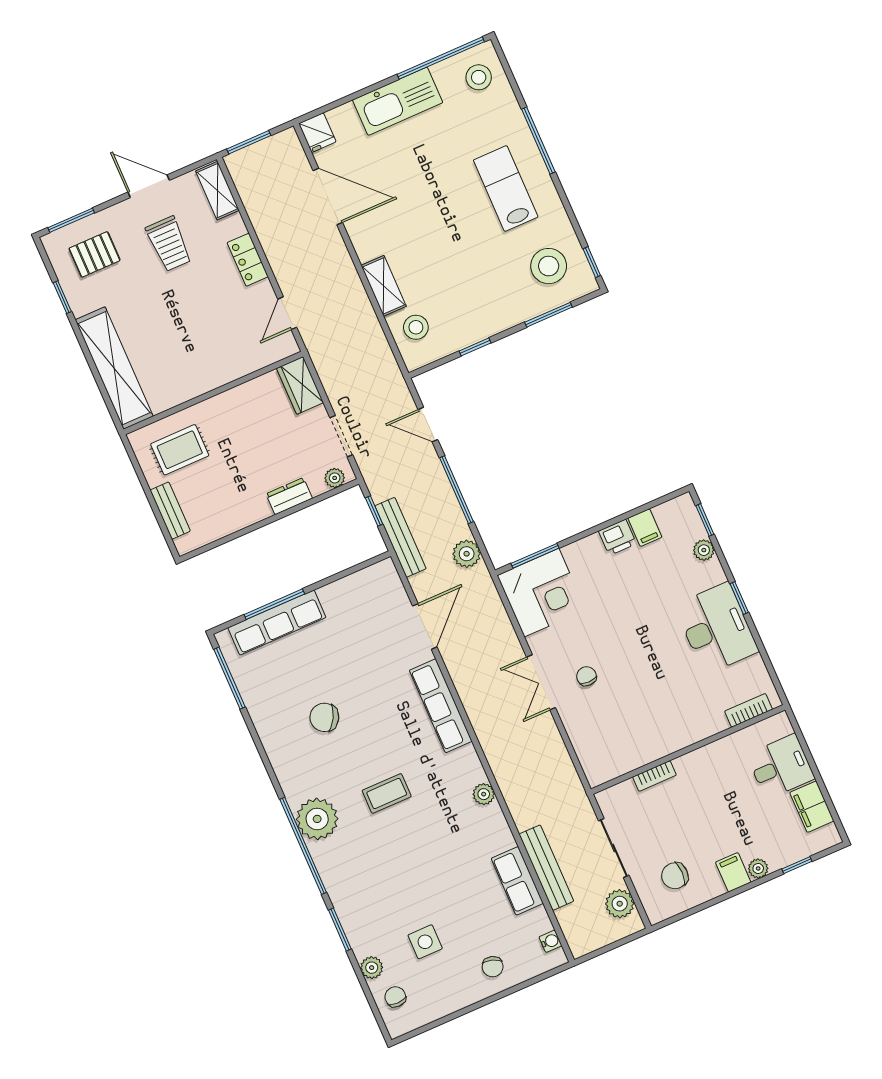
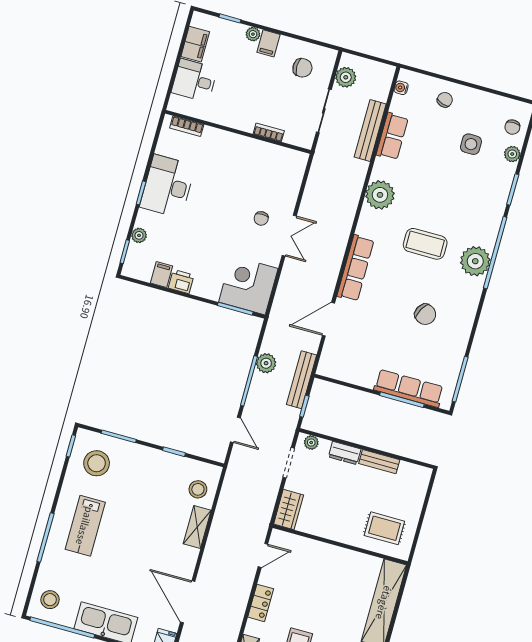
bench: (170, 511) -> (379, 462), moved, turned 90
plant: (467, 554) -> (266, 363), moved
coffee table: (387, 793) -> (425, 244), width x1.36, depth x1.30
plant: (484, 794) -> (380, 195), width x1.88, depth x1.88

